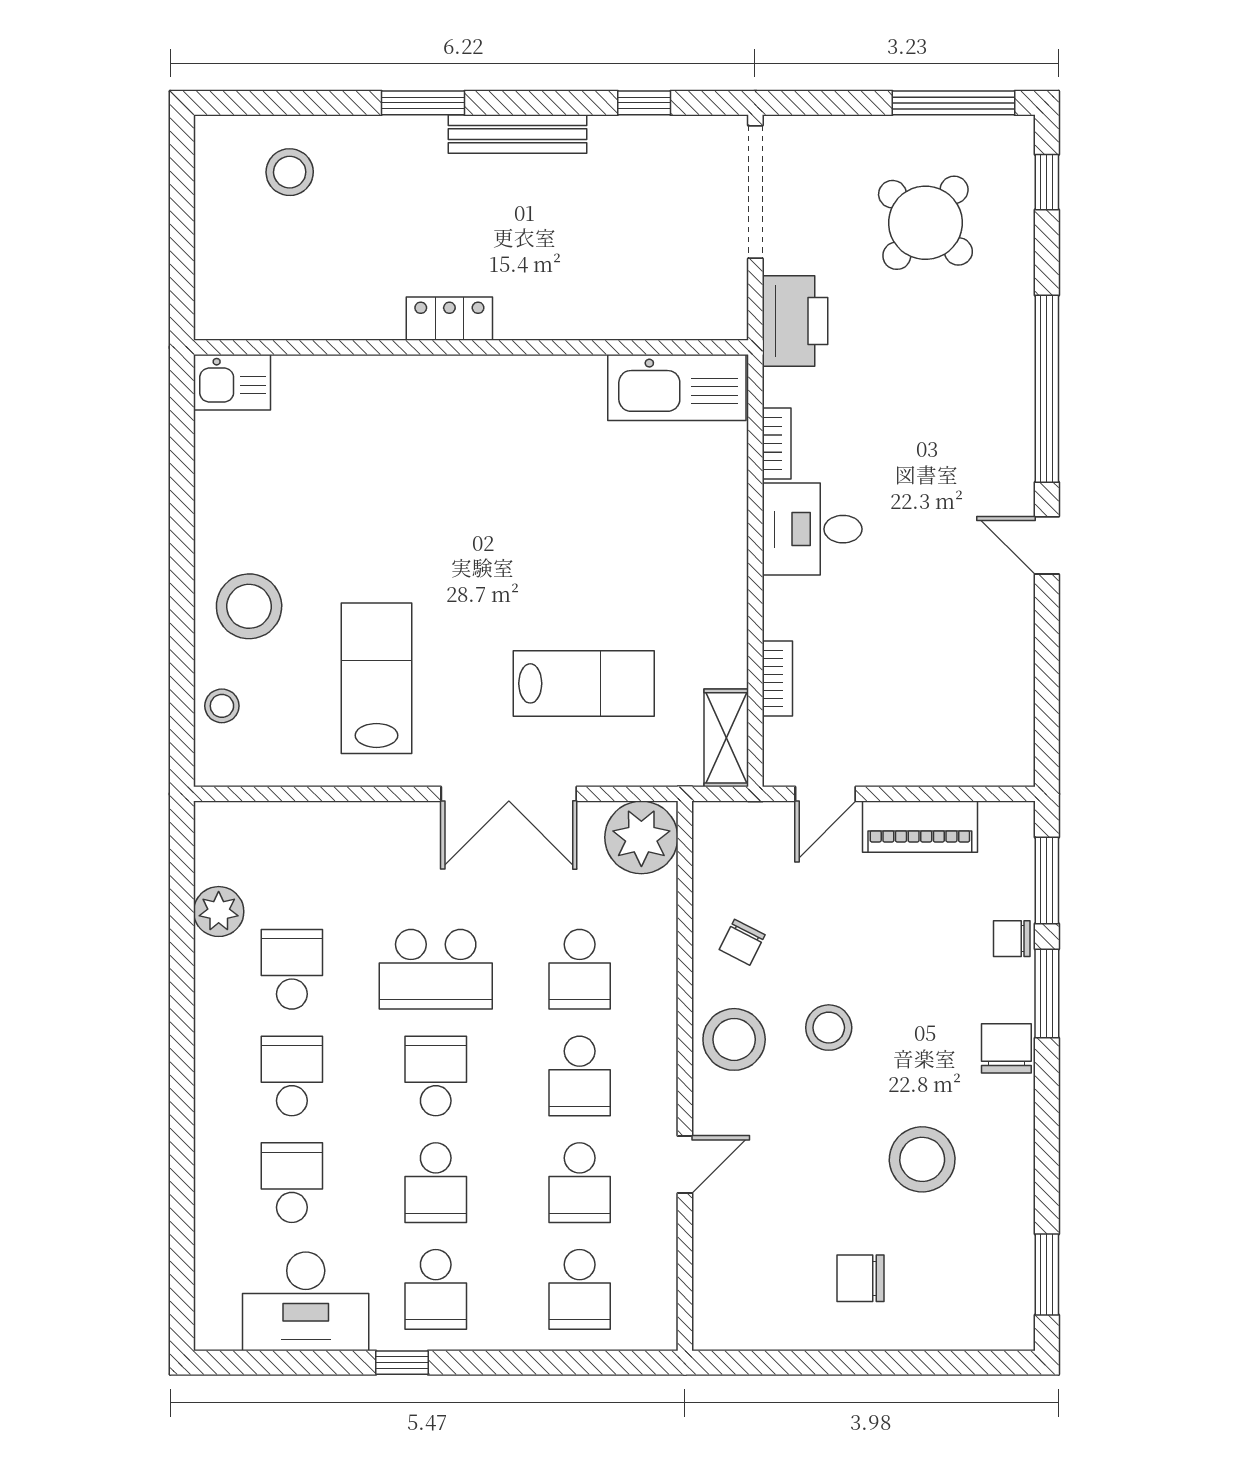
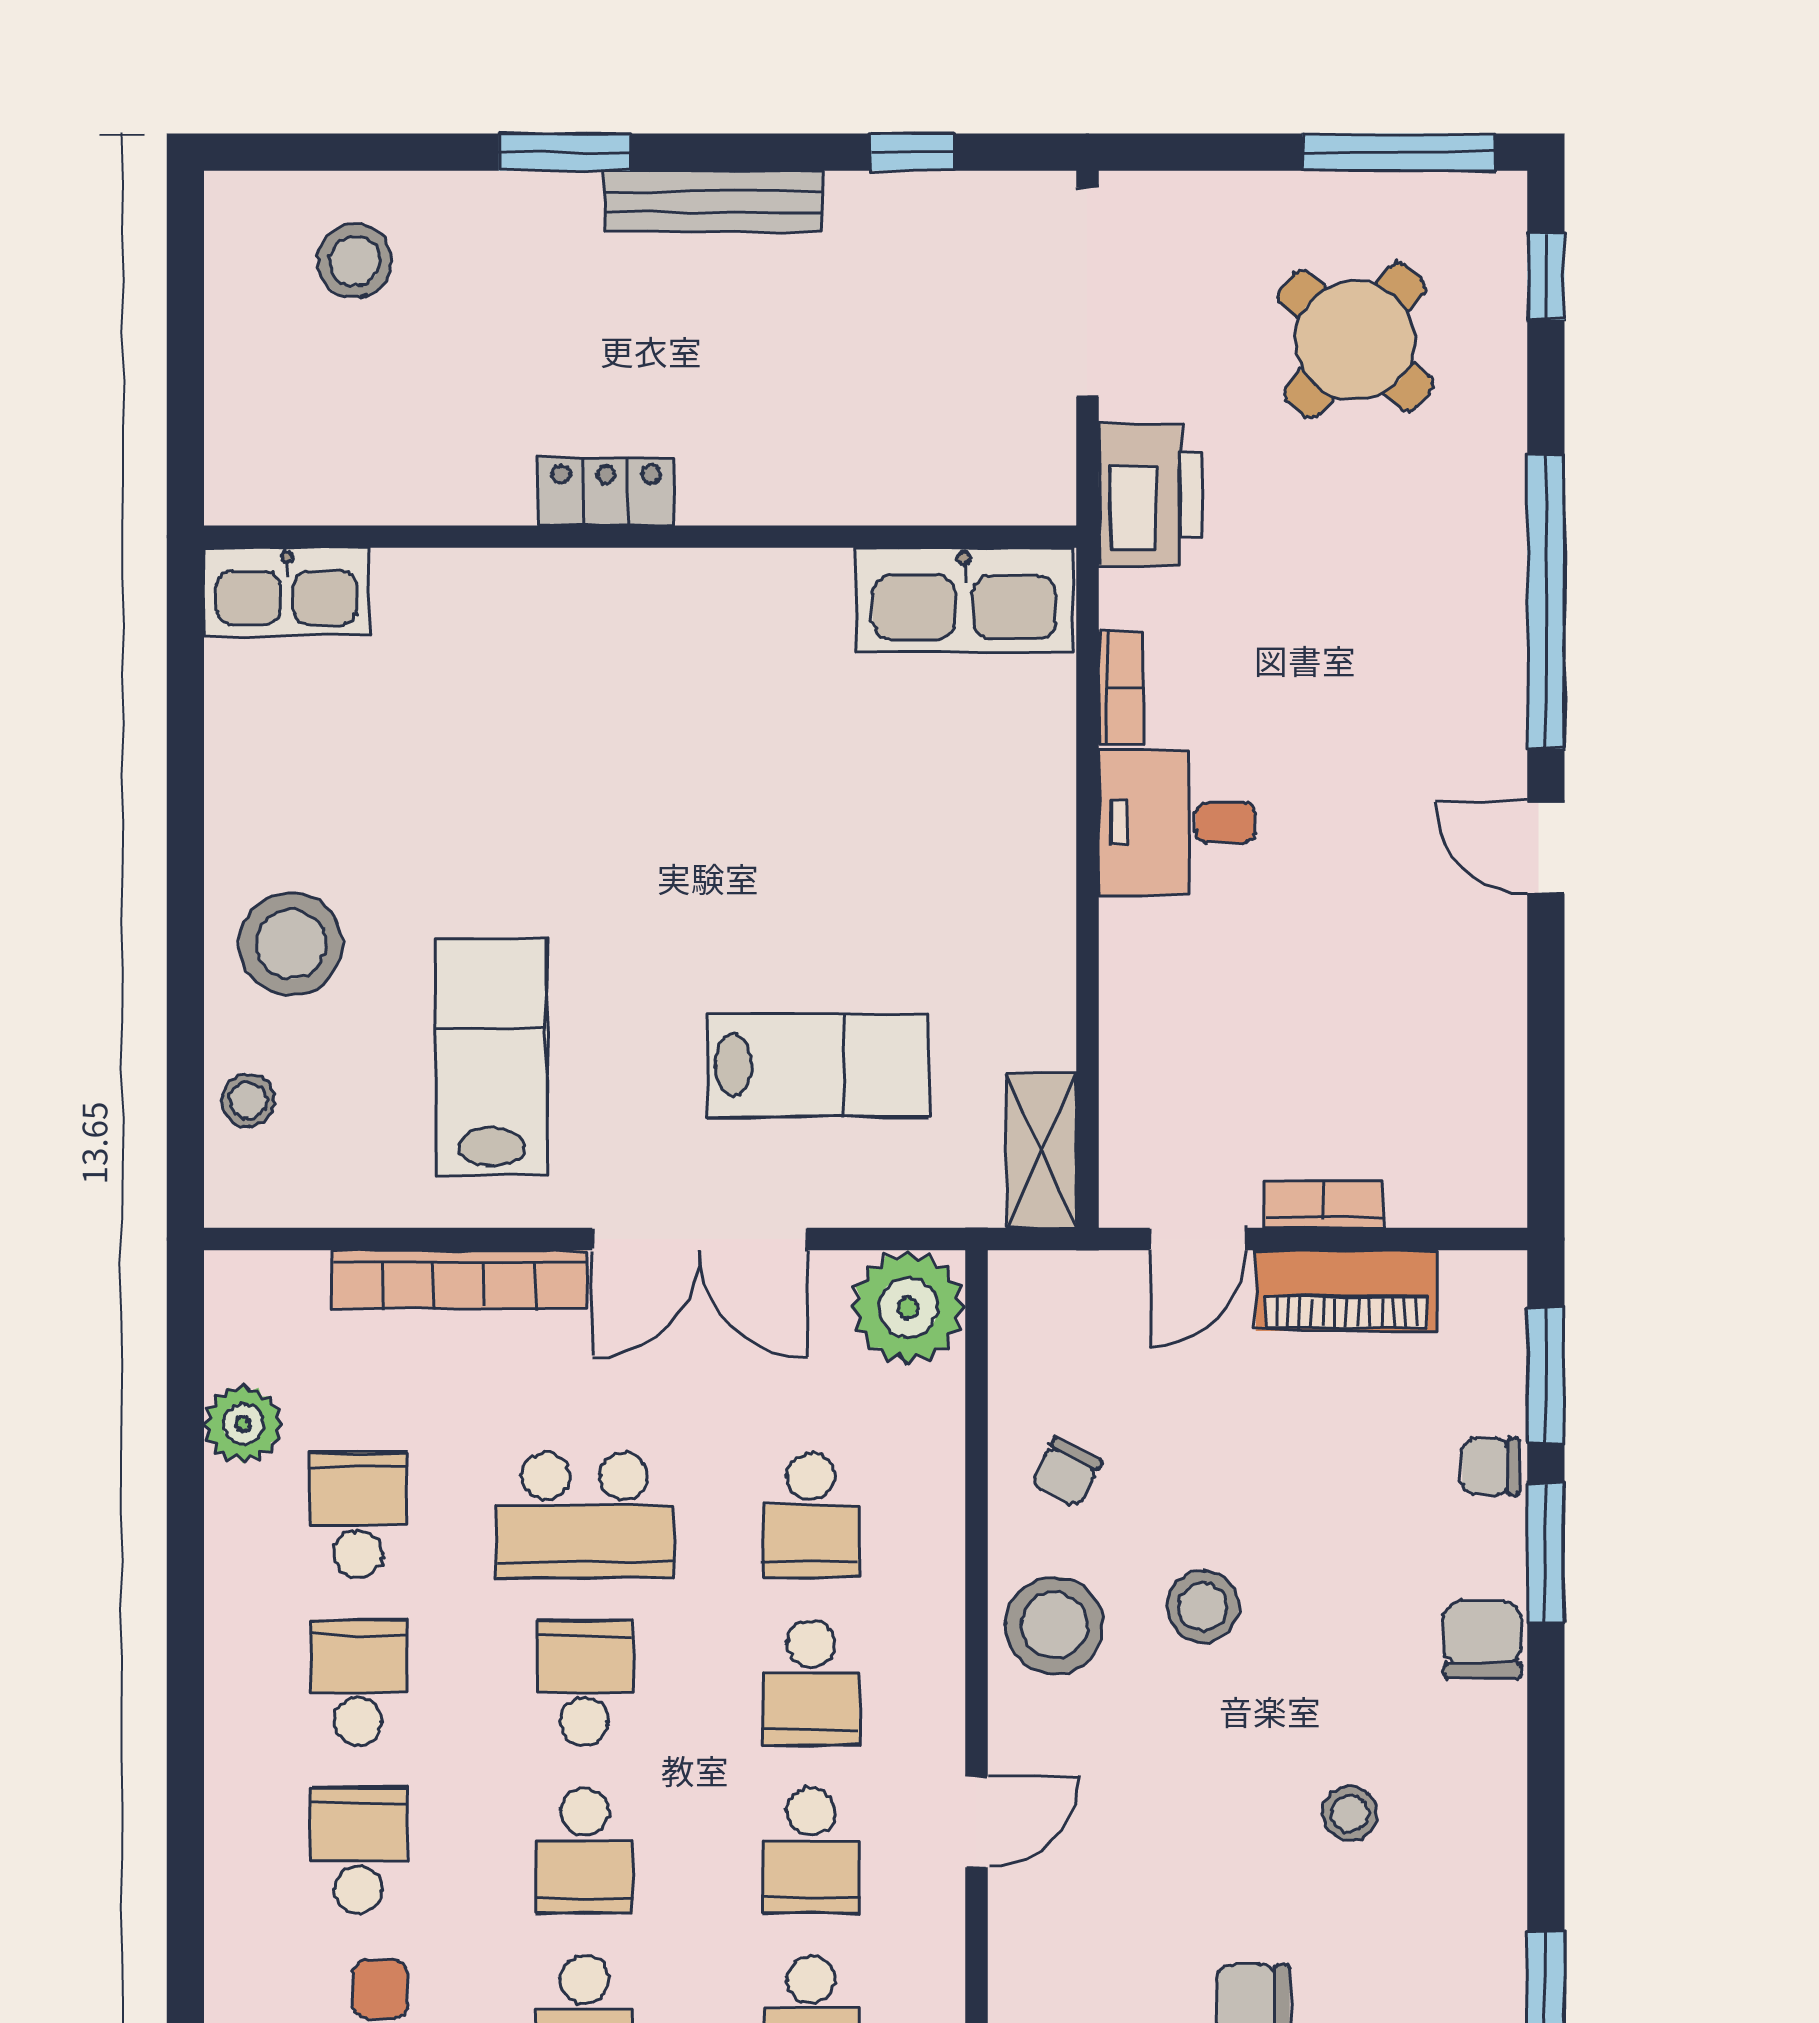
kitchen sink: (232, 382) -> (287, 591), width x1.38
bookcase: (777, 679) -> (1324, 1204), moved, turned -90
bookcase: (356, 819) -> (459, 1279), added
stool: (922, 1159) -> (1350, 1814), width x0.53, depth x0.53

